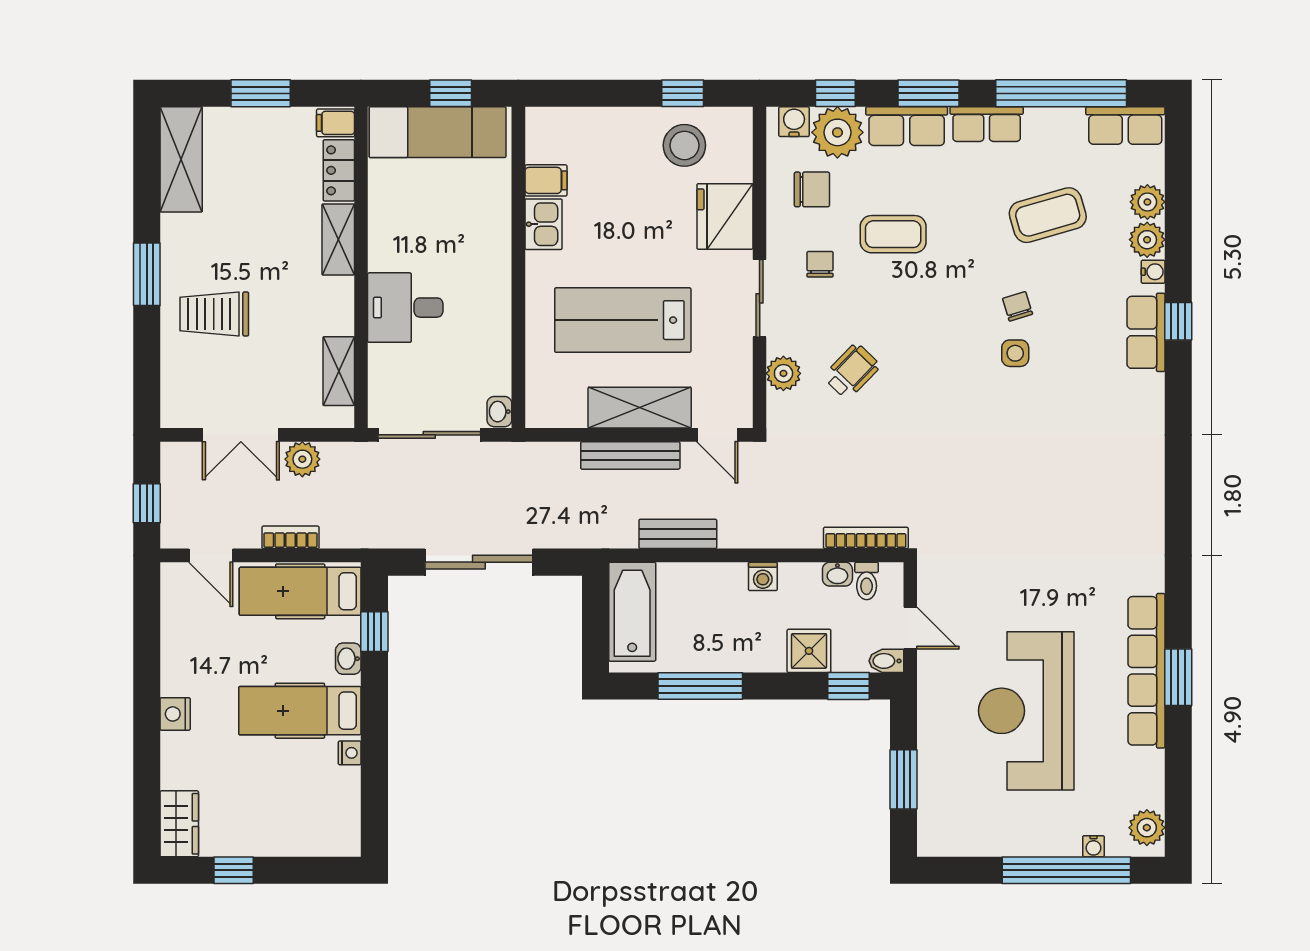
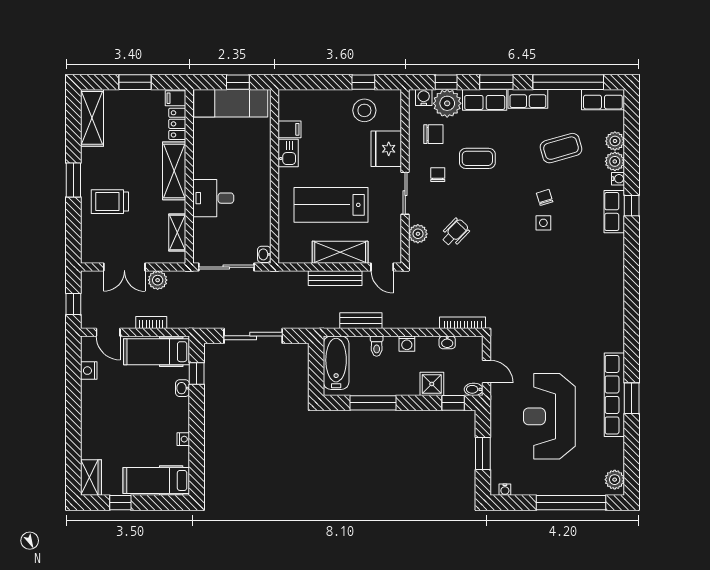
shelving: (338, 240) -> (174, 171), width x1.50, depth x1.33
toilet: (867, 581) -> (377, 346), moved
hospital bed: (300, 711) -> (156, 480), moved
nightstand: (175, 714) -> (89, 371), moved
water cooler: (1093, 846) -> (505, 490), moved

